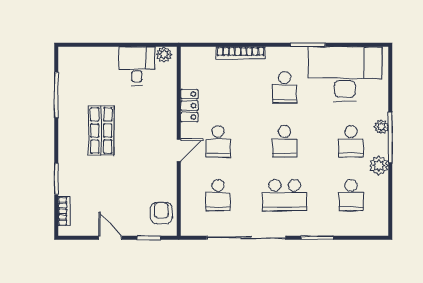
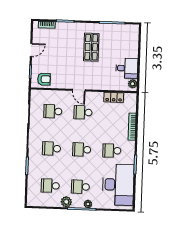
locker: (189, 106) -> (114, 97), moved
shop shelf: (101, 131) -> (91, 47), turned 90
school desk: (285, 195) -> (52, 148), width x0.54

